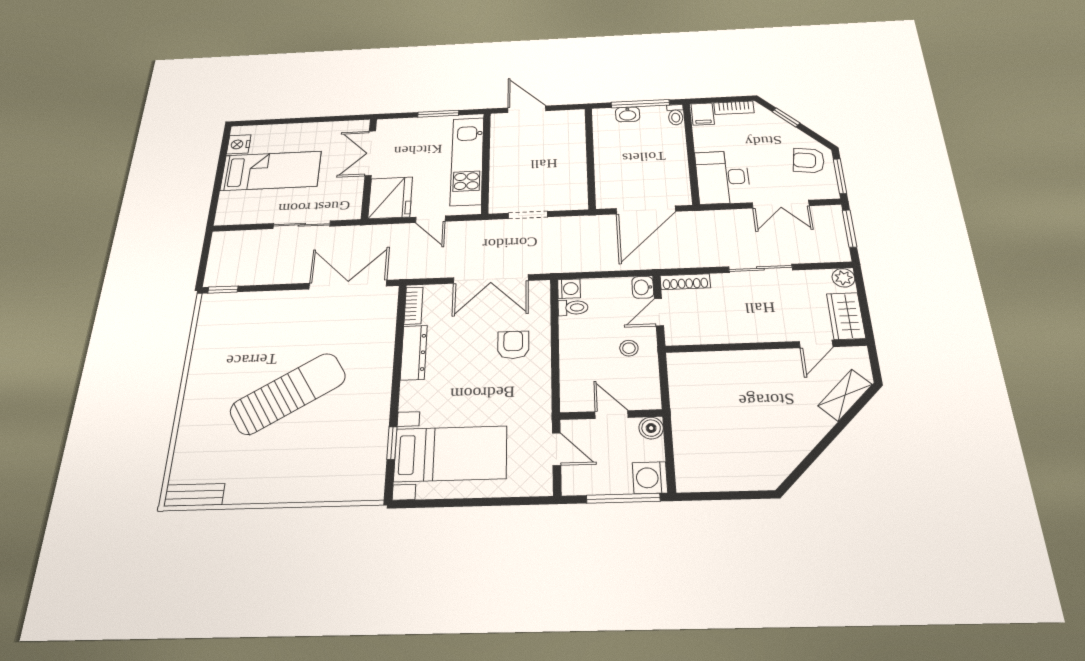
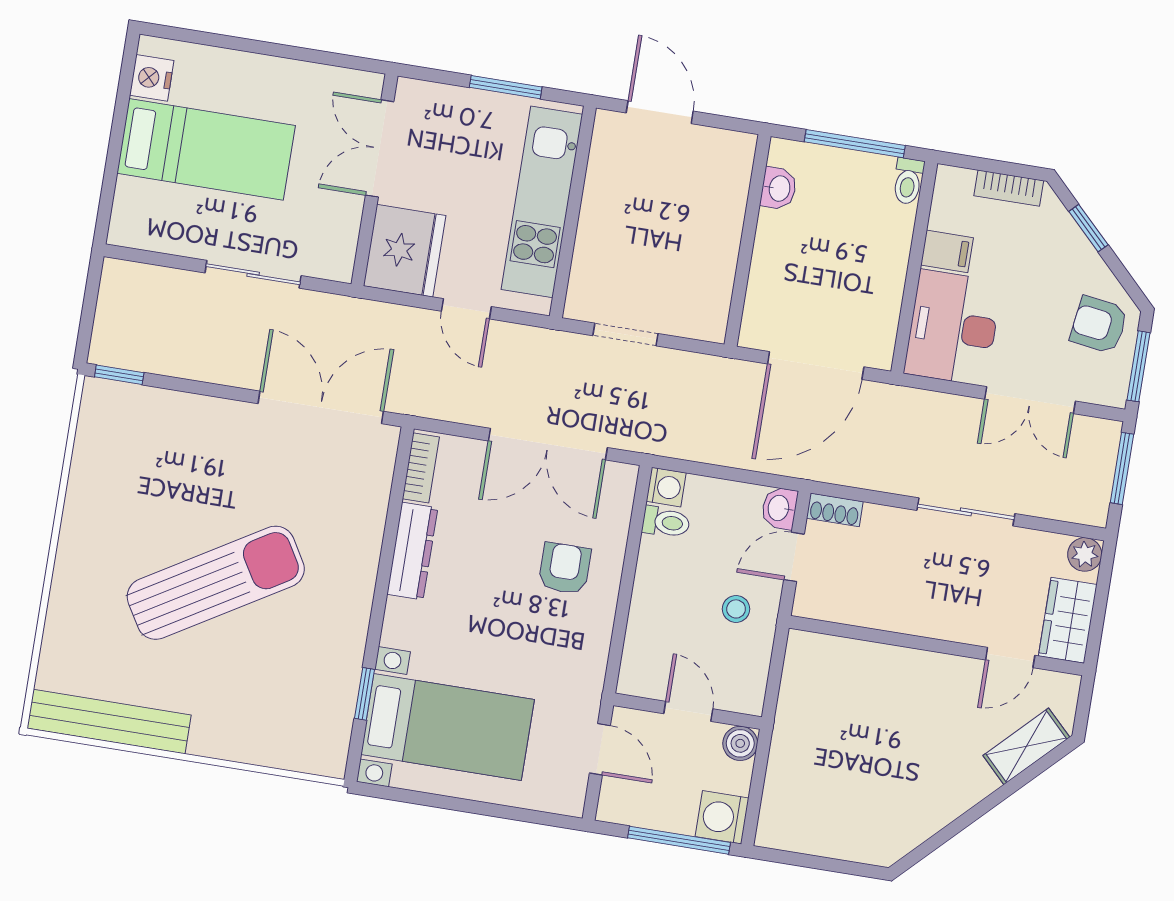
washbasin: (628, 114) -> (779, 188), moved, turned -90
filing cabinet: (703, 114) -> (947, 251), moved, turned -90
shoe rack: (685, 282) -> (835, 510), width x0.70
bench: (194, 495) -> (109, 722), width x1.86, depth x1.21

